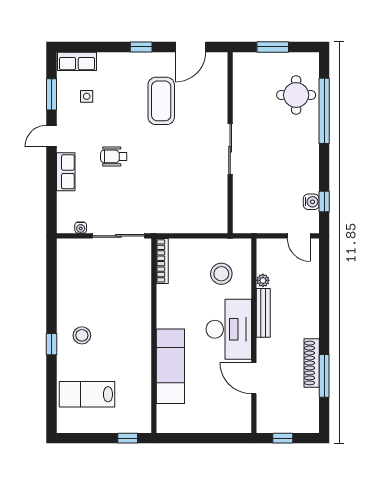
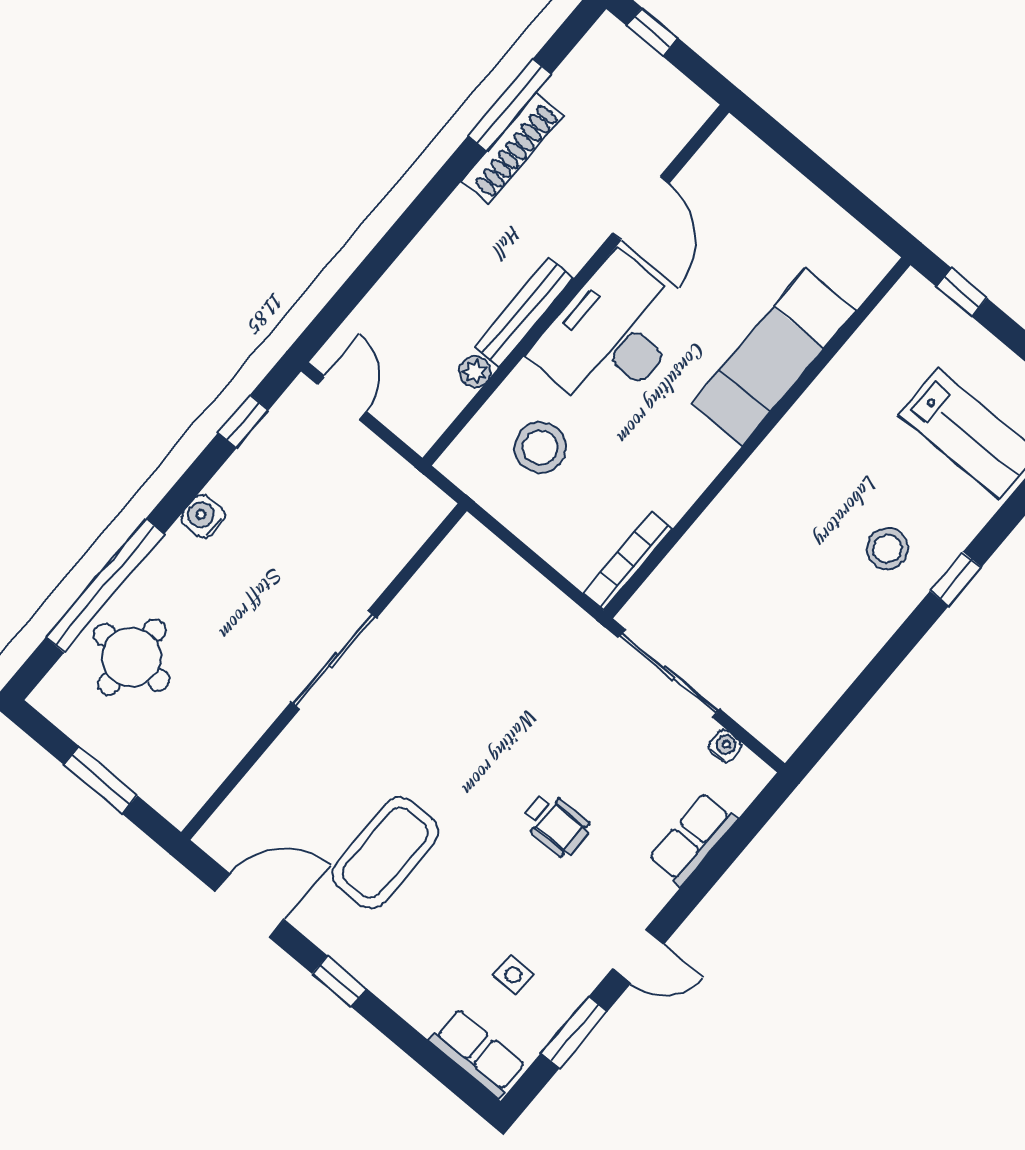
row of seats: (66, 172) -> (693, 839), moved
water cooler: (311, 202) -> (203, 516), moved
window: (283, 438) -> (652, 32), moved

